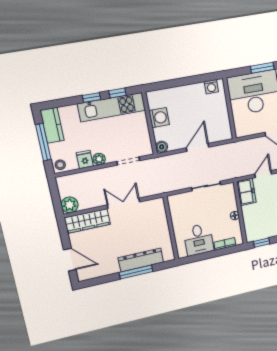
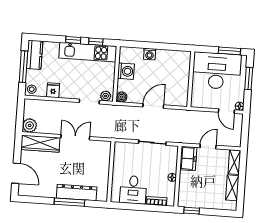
washing machine: (211, 87) -> (150, 54), moved
plant: (99, 159) -> (106, 96), moved

